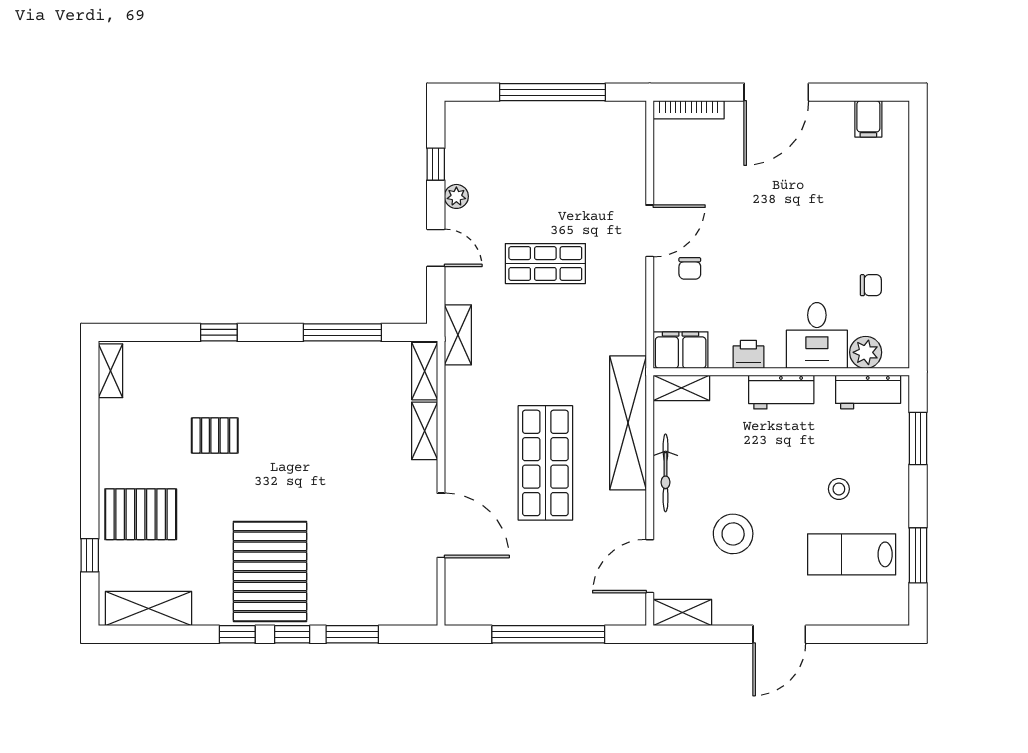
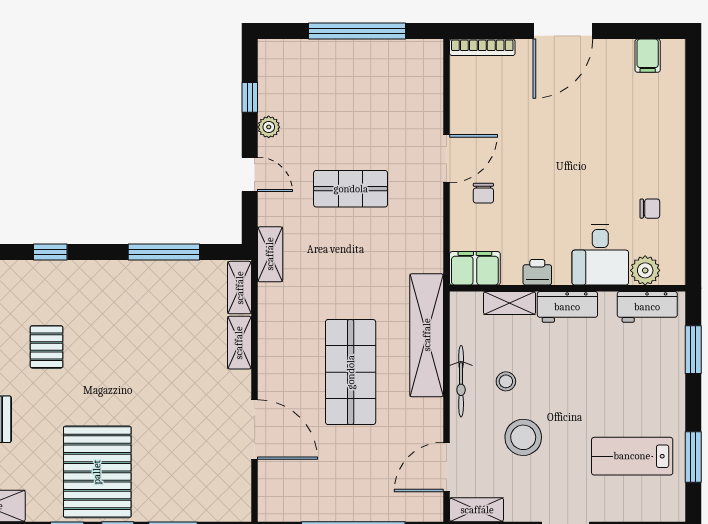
shelving: (681, 388) -> (509, 303), moved
pallet: (215, 435) -> (47, 347), turned 90
stool: (839, 489) -> (506, 381), moved

